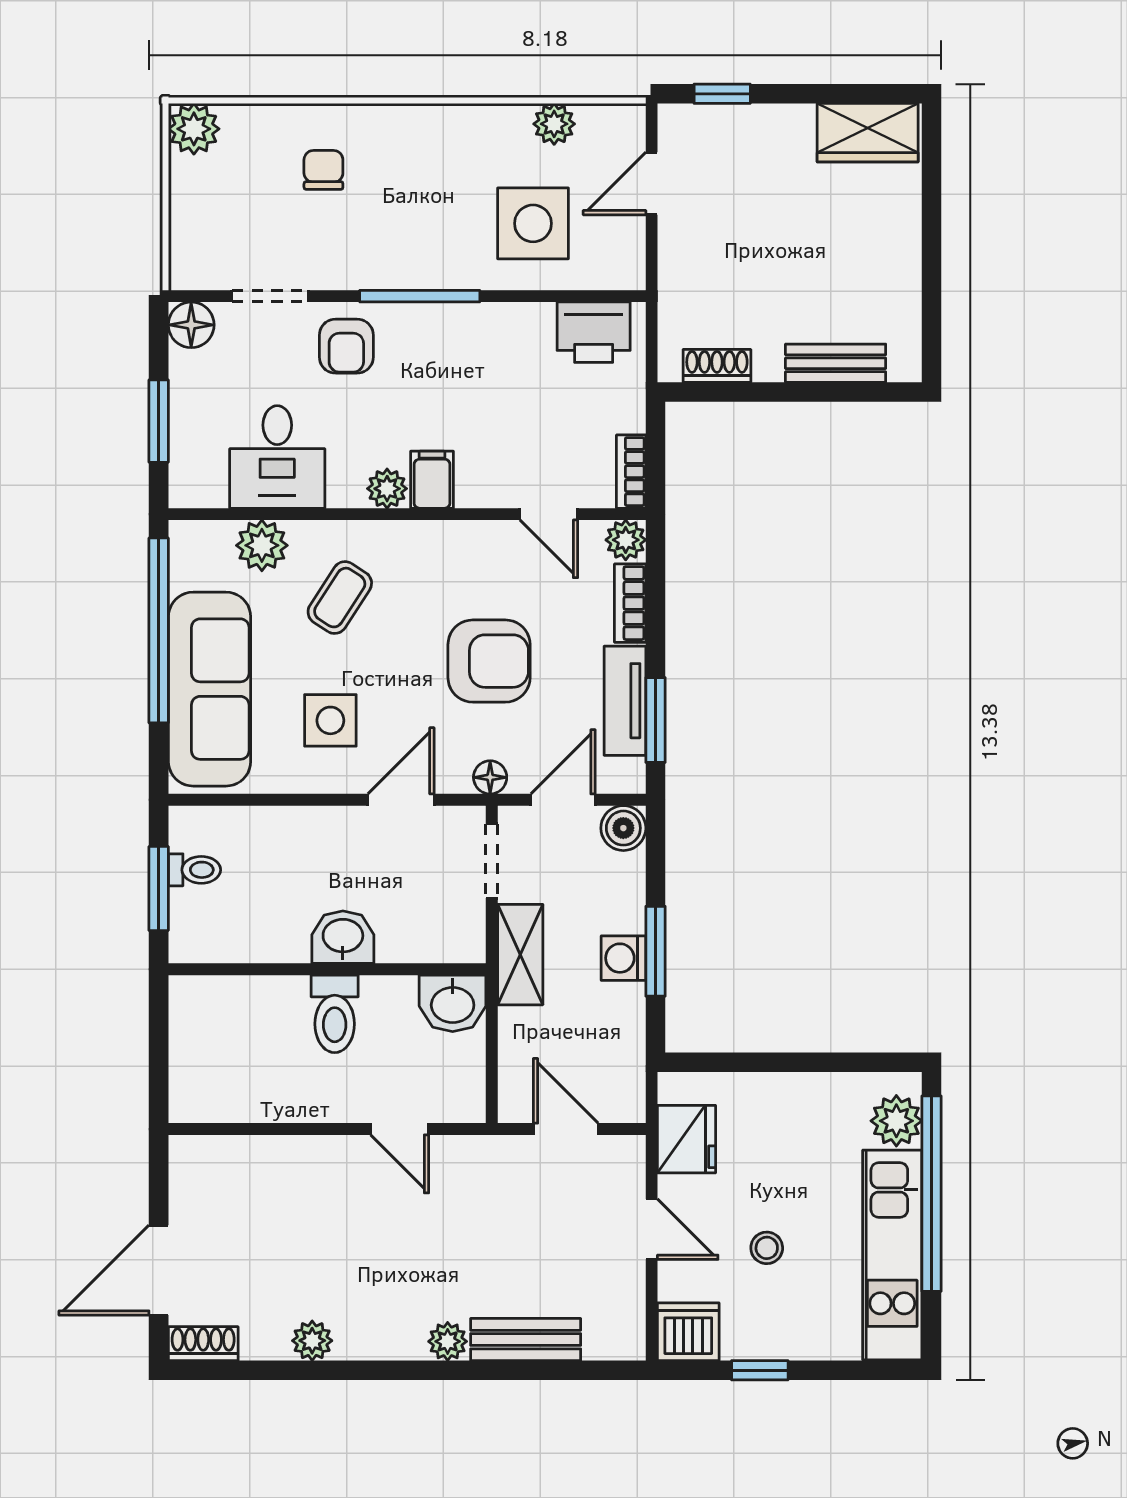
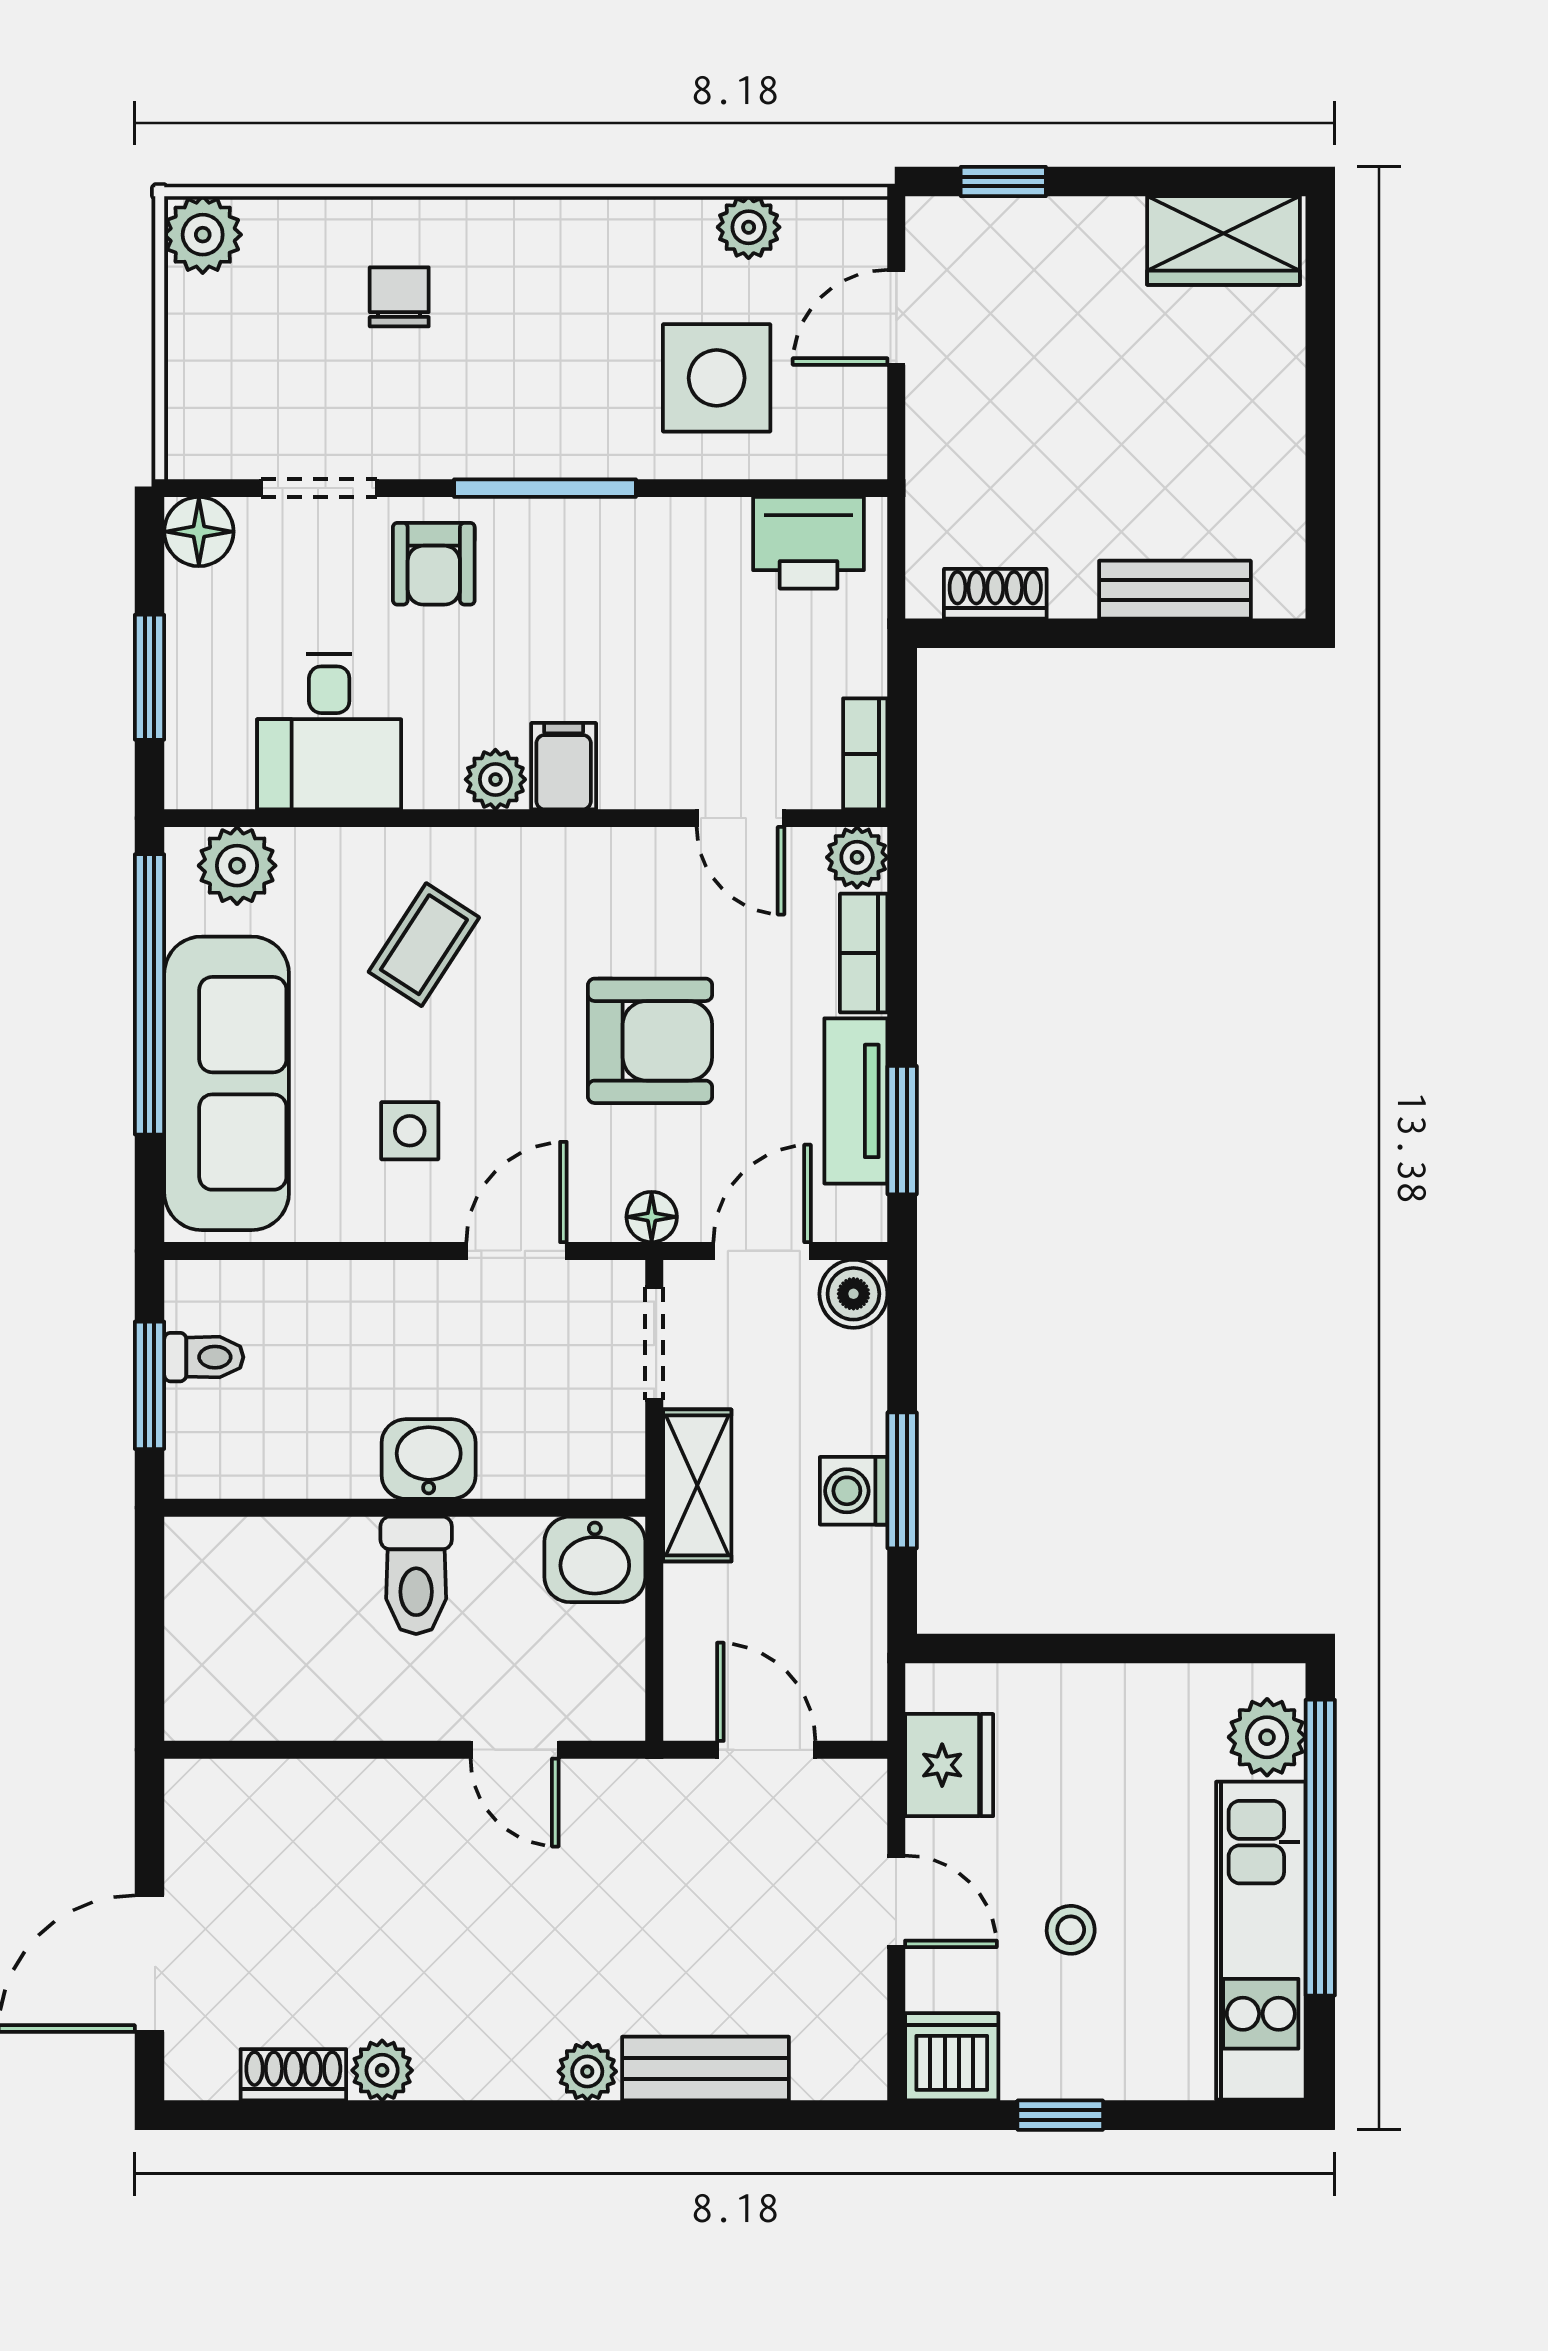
plant: (262, 545) -> (237, 866), moved
side table: (330, 720) -> (410, 1131), width x0.73, depth x0.73
shoe rack: (203, 1344) -> (293, 2075), moved

